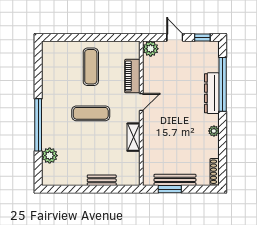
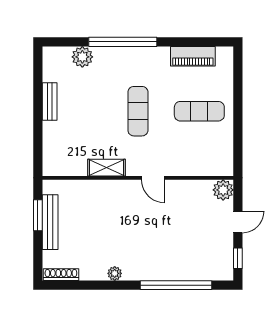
piano: (132, 76) -> (193, 56), moved, turned 180
dresser: (212, 93) -> (165, 271), removed
bench: (102, 180) -> (50, 101), moved

